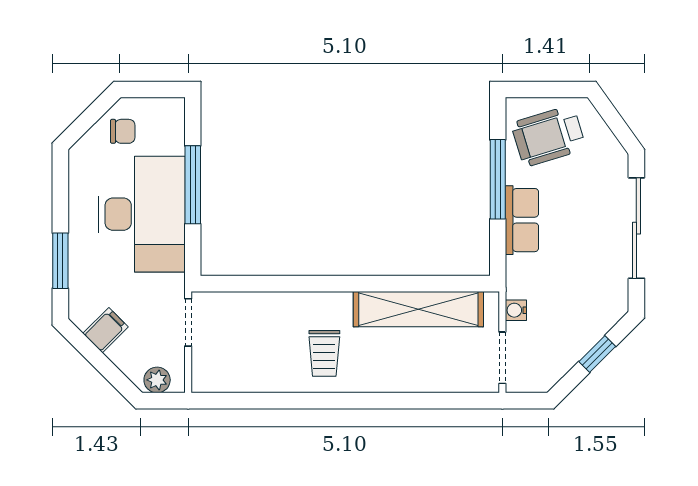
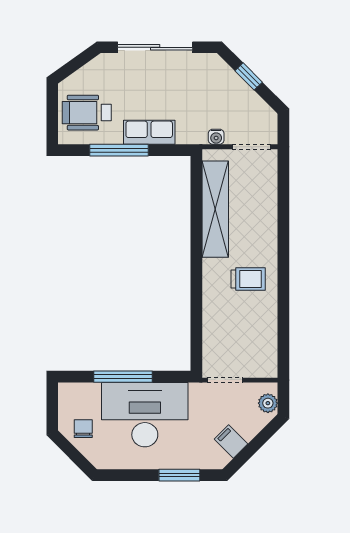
wheelchair: (549, 136) -> (87, 113), turned 107

